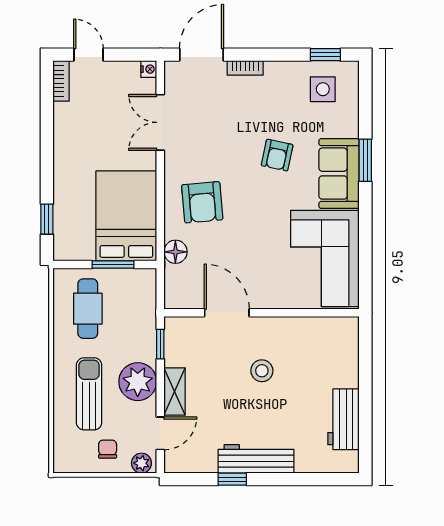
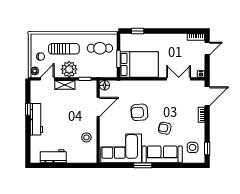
door: (202, 55) -> (207, 96), hinge flipped
window: (365, 160) -> (143, 165), moved
sofa: (339, 174) -> (162, 154), width x1.36
armchair: (202, 202) -> (139, 112), moved
floor lamp: (175, 252) -> (105, 85), moved
stool: (262, 371) -> (86, 137), moved
door: (160, 433) -> (47, 79), swing flipped

